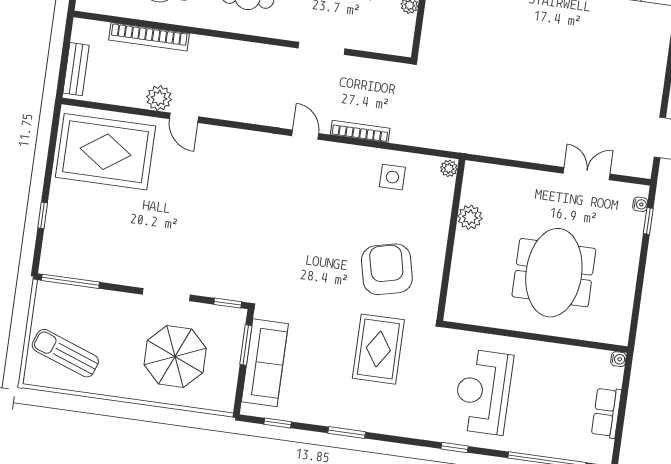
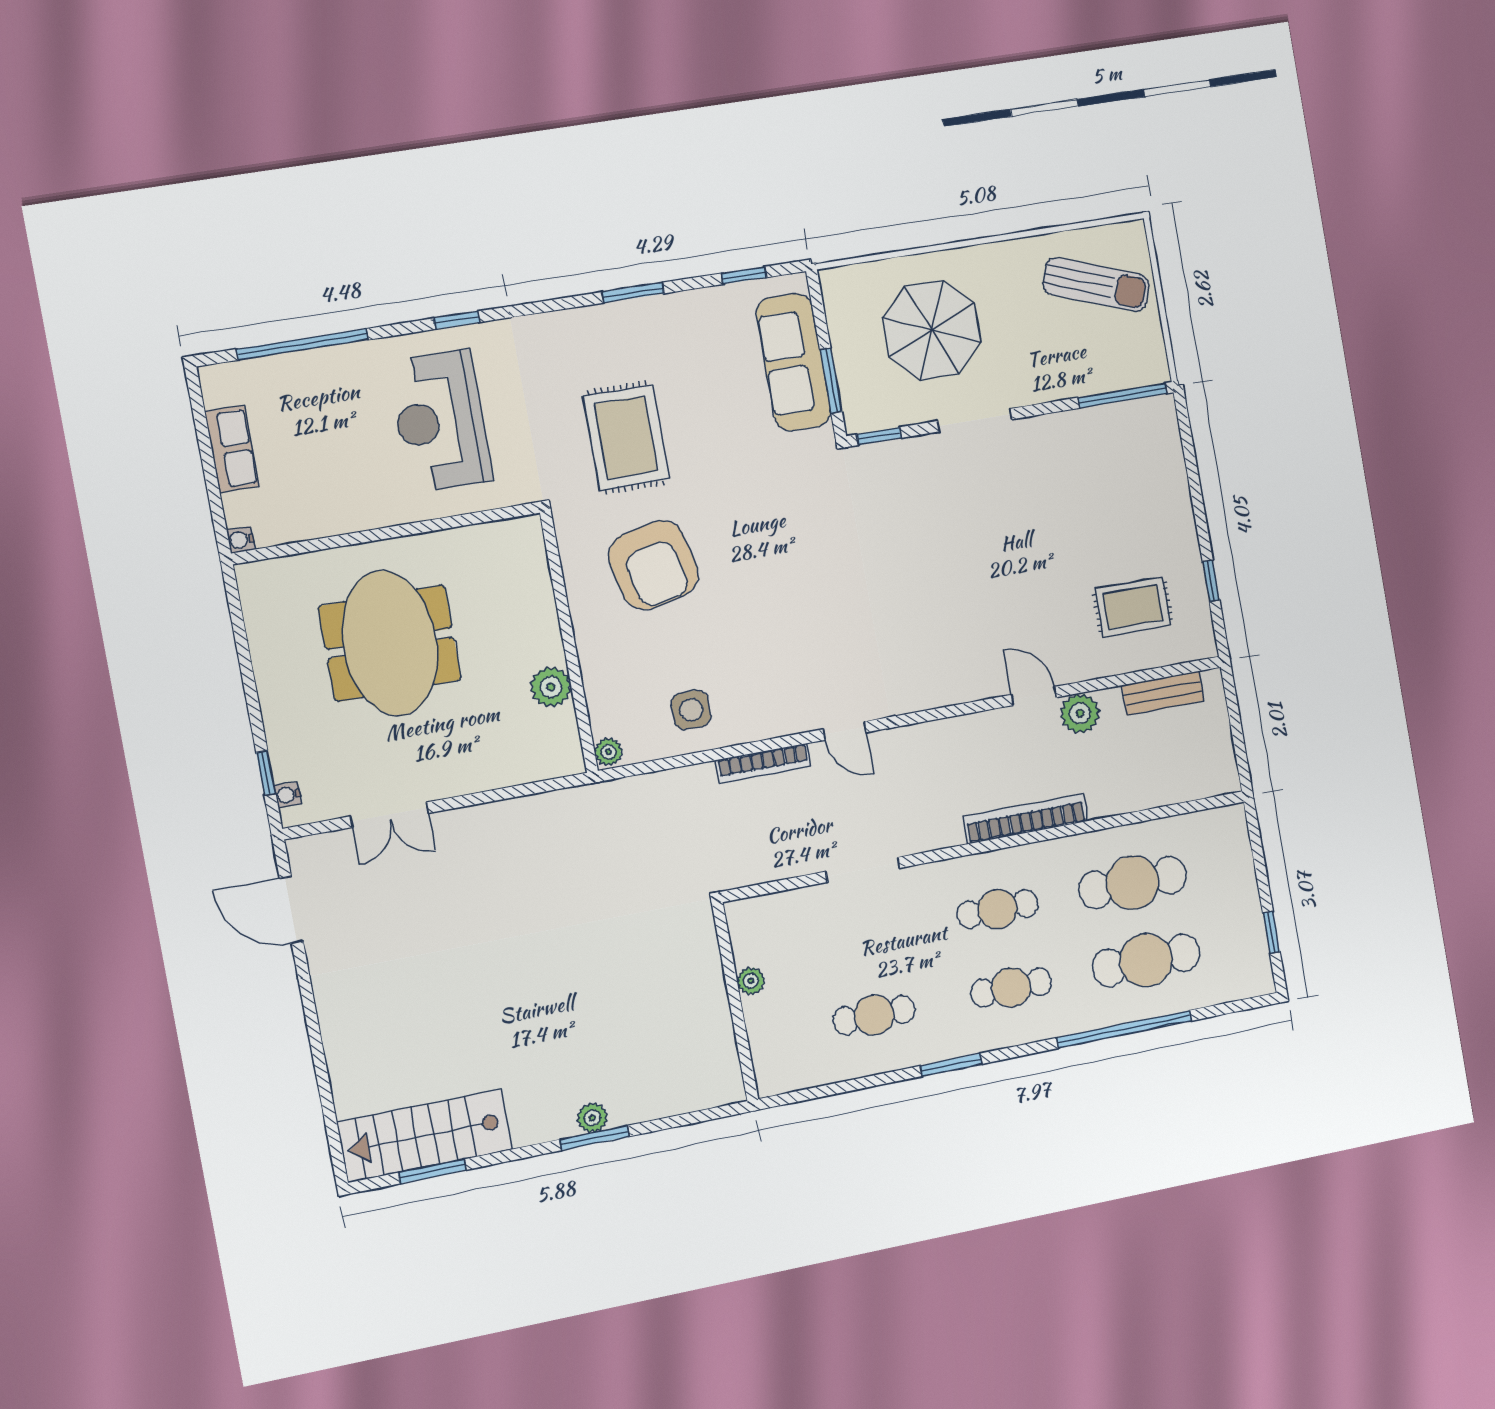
bookcase: (149, 37) -> (1026, 819), moved
bench: (76, 69) -> (1163, 693), moved, turned 90
rug: (105, 152) -> (1133, 607), width x0.54, depth x0.49
window: (43, 215) -> (1211, 581), moved
reception desk: (483, 392) -> (440, 421), turned 180

